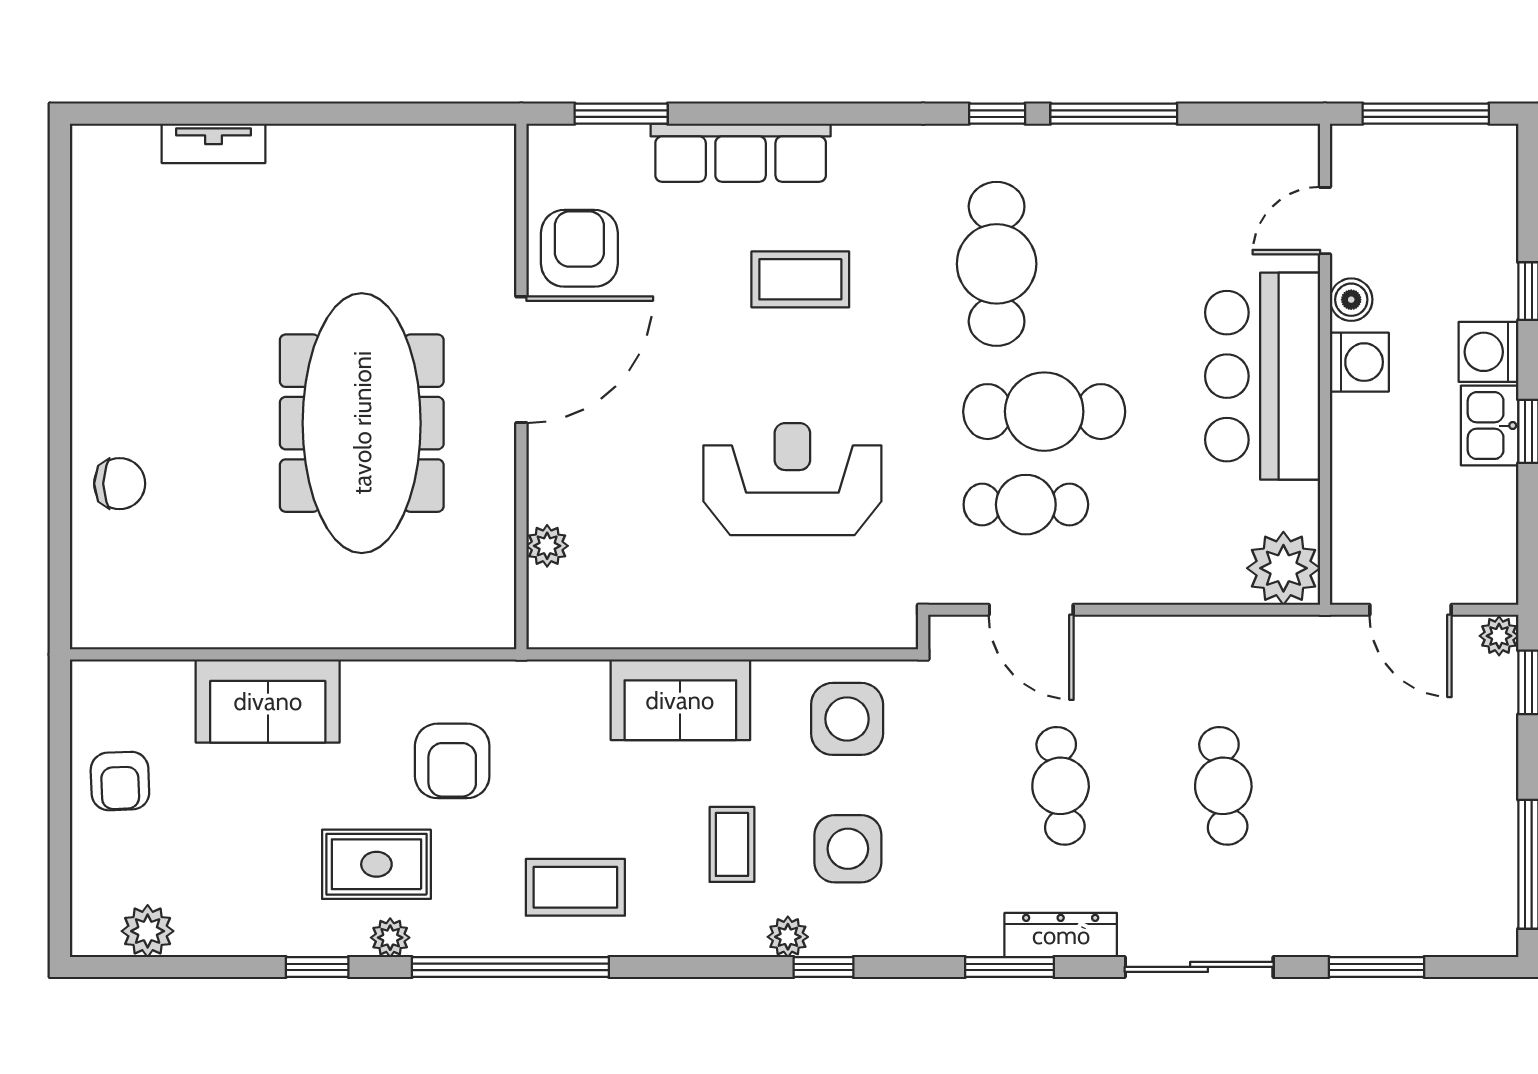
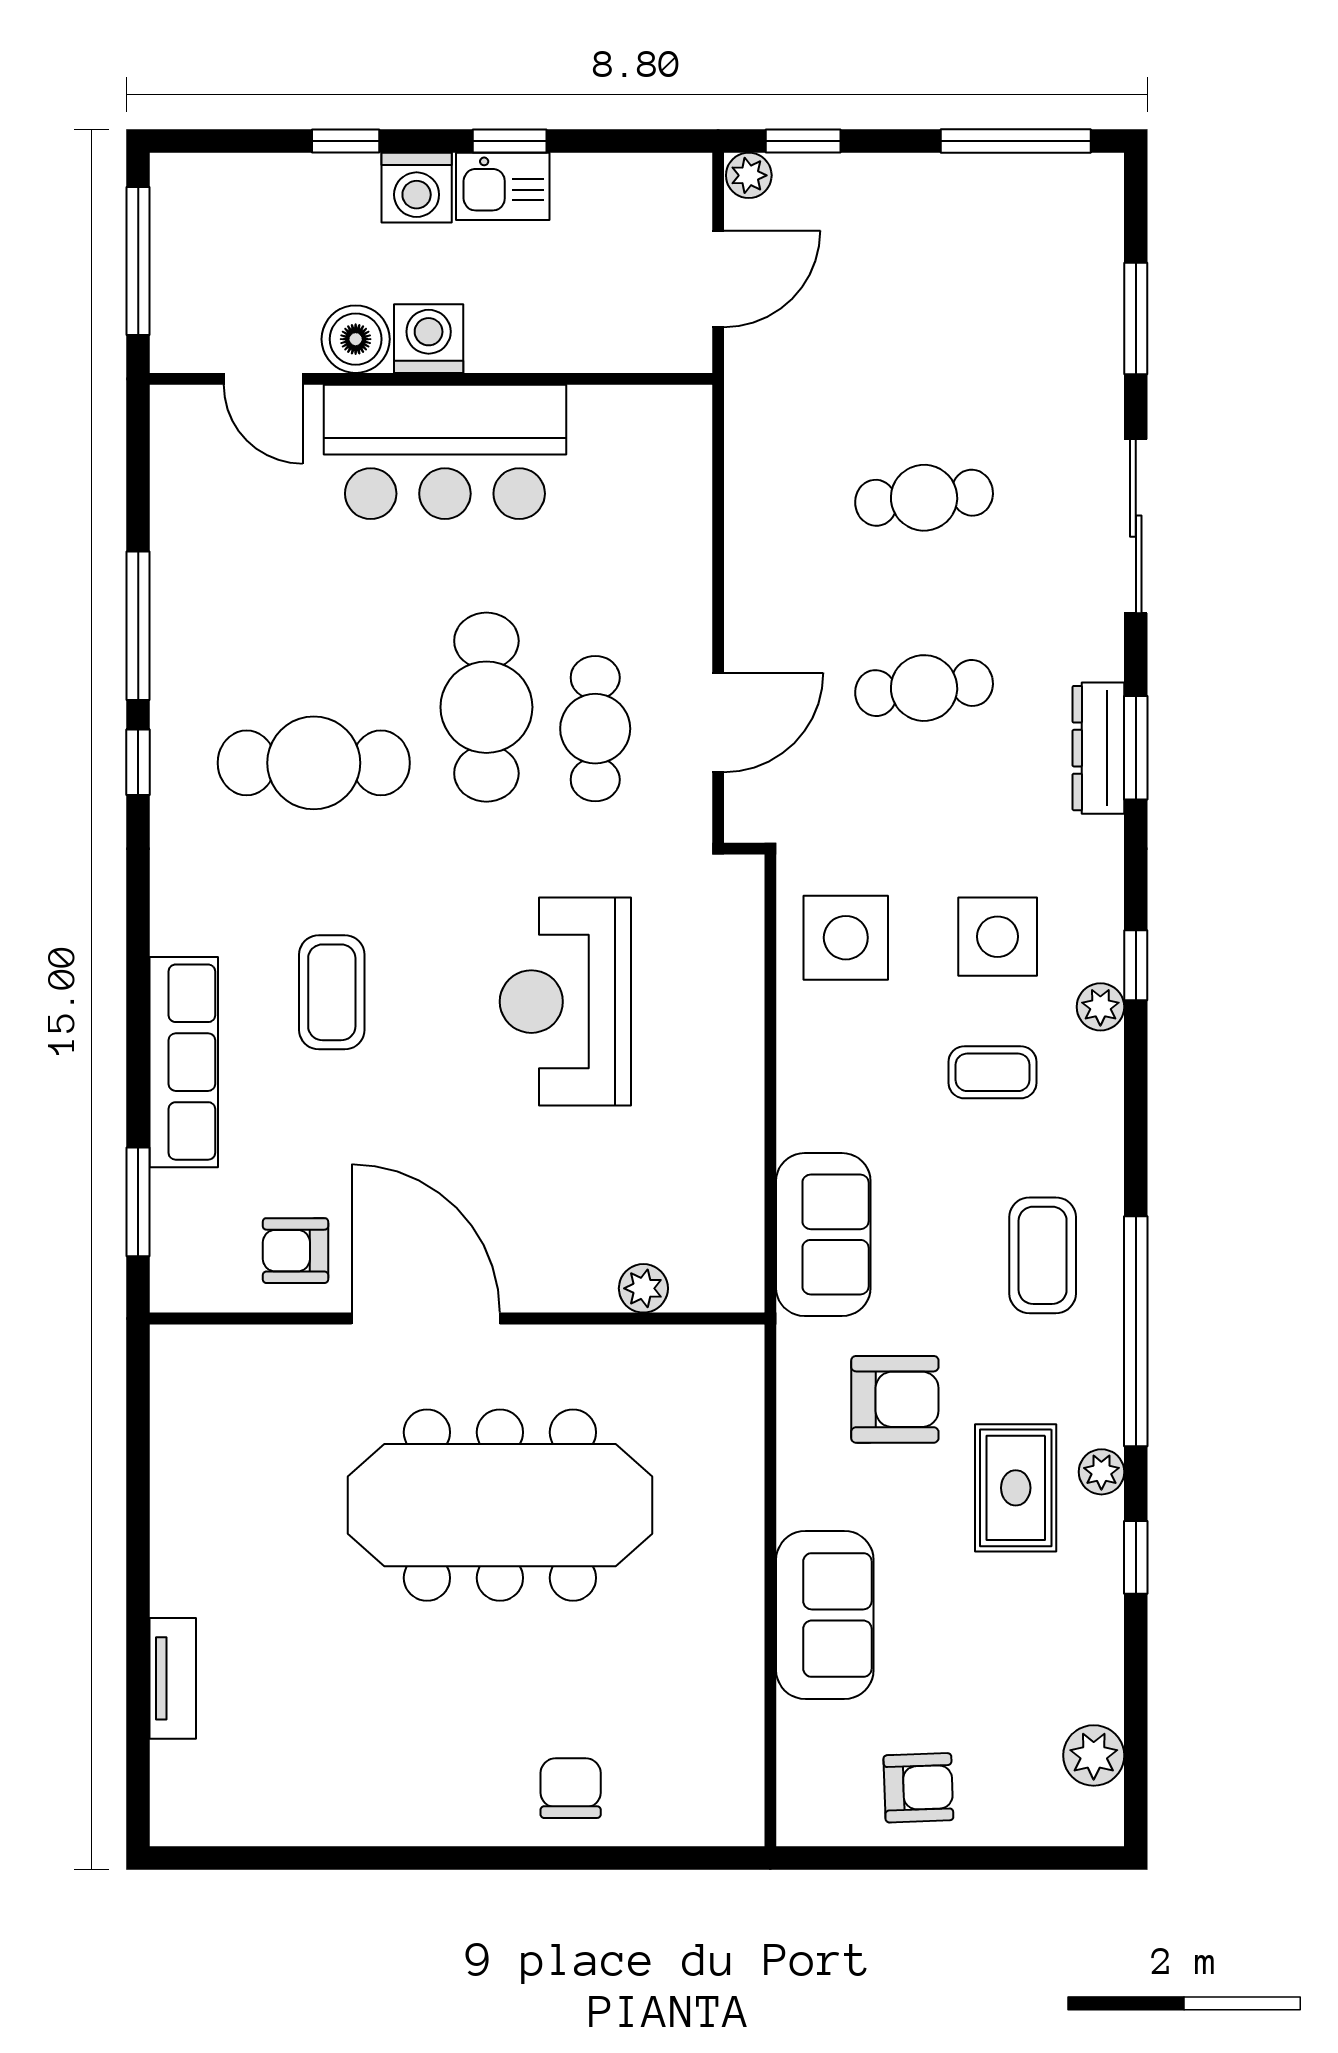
armchair: (579, 248) -> (295, 1251), width x0.72, depth x0.72
boiler: (1351, 300) -> (356, 339), width x1.36, depth x1.36
plant: (1283, 568) -> (670, 427), removed
sofa: (680, 700) -> (823, 1235), moved
dresser: (1061, 935) -> (1098, 748), moved

